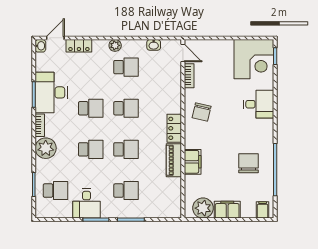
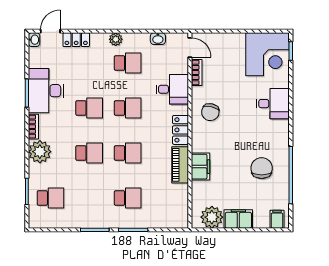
desk: (87, 204) -> (172, 89), moved, turned -90

